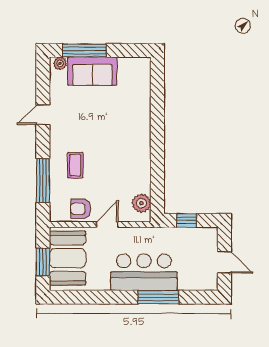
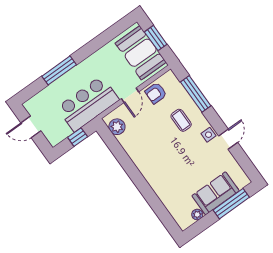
plant: (60, 63) -> (197, 215), moved
side table: (59, 132) -> (208, 135), added
armchair: (81, 209) -> (156, 93), turned 180
bar counter: (144, 272) -> (88, 104), moved, turned 180

